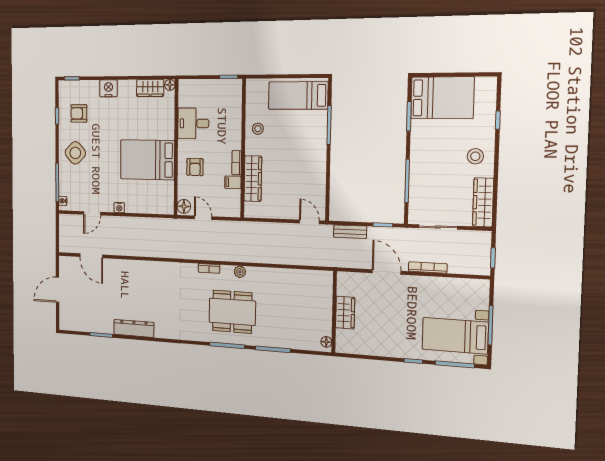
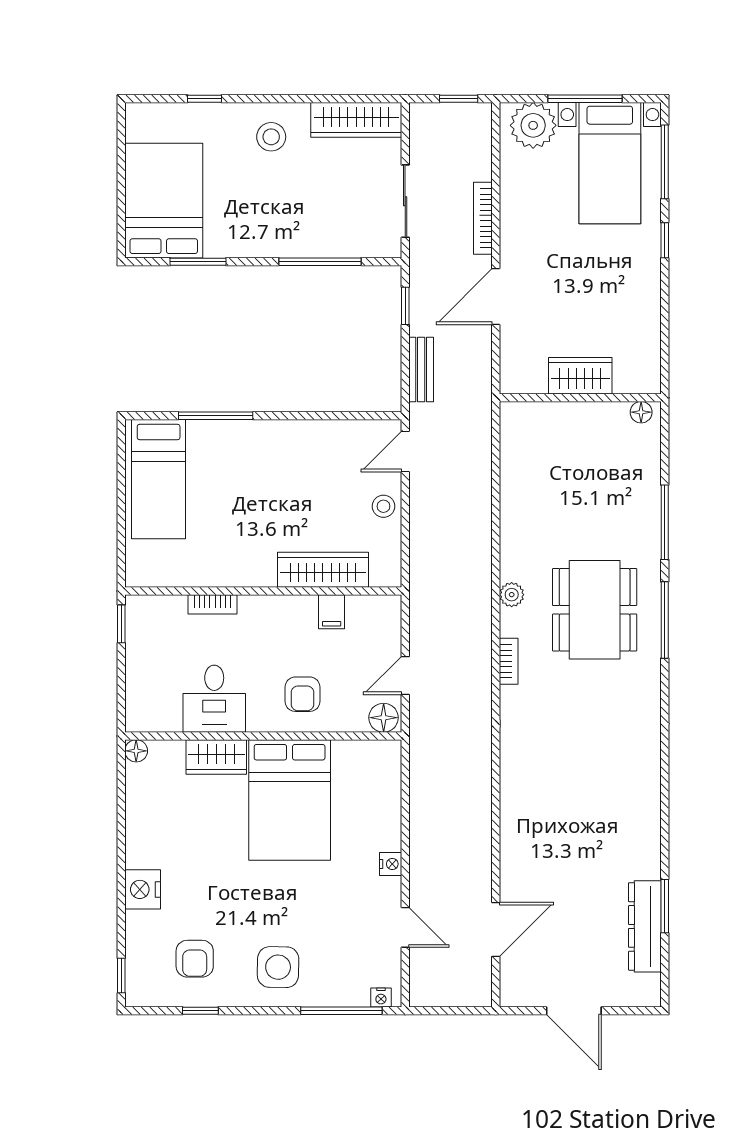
wardrobe: (150, 88) -> (216, 757), moved, turned 90
stool: (258, 129) -> (383, 506), moved
side table: (75, 153) -> (278, 967), turned 45
bookcase: (237, 163) -> (213, 604), moved
armchair: (195, 167) -> (303, 694), turned 90
plant: (477, 297) -> (533, 125), added
dresser: (134, 328) -> (645, 926), moved

